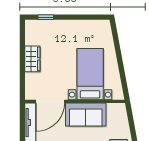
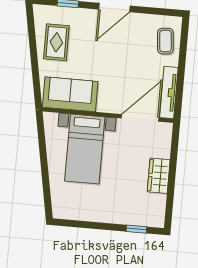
sofa: (86, 114) -> (70, 94), moved

